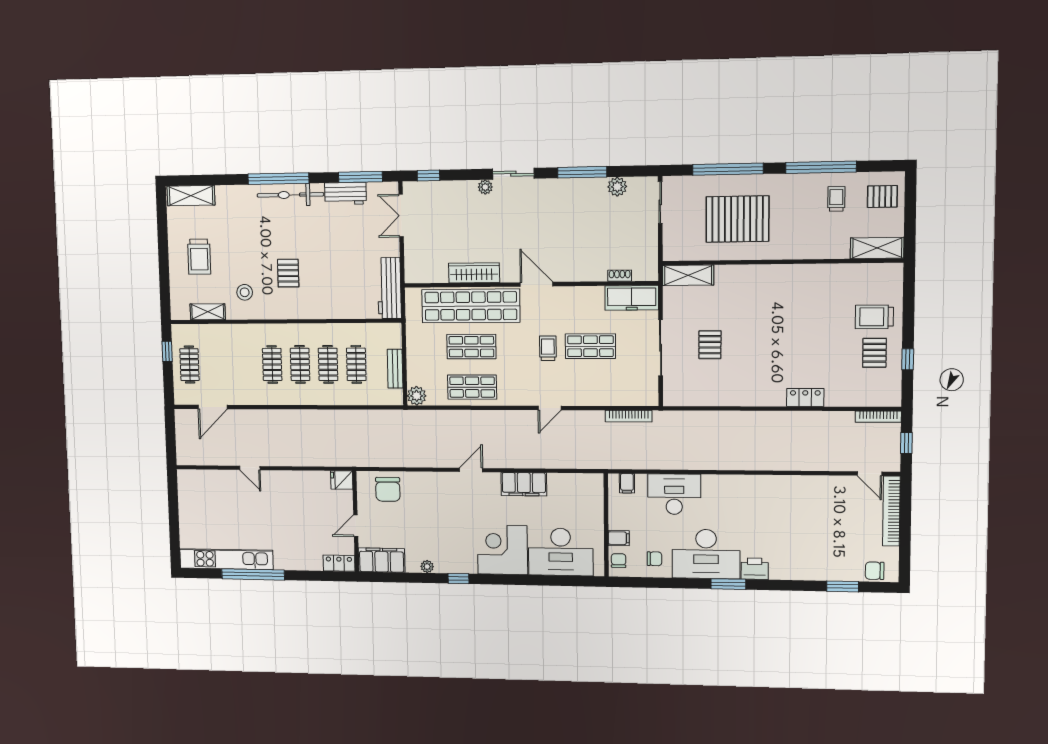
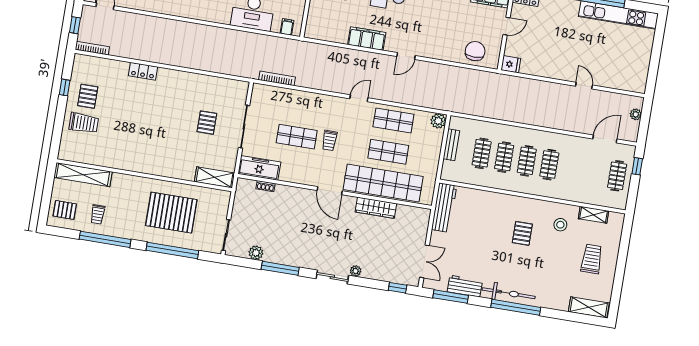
shelving: (877, 248) -> (83, 175), width x1.47
window: (167, 351) -> (637, 166), moved
door: (550, 408) -> (359, 98), moved
plant: (183, 443) -> (636, 114), added

